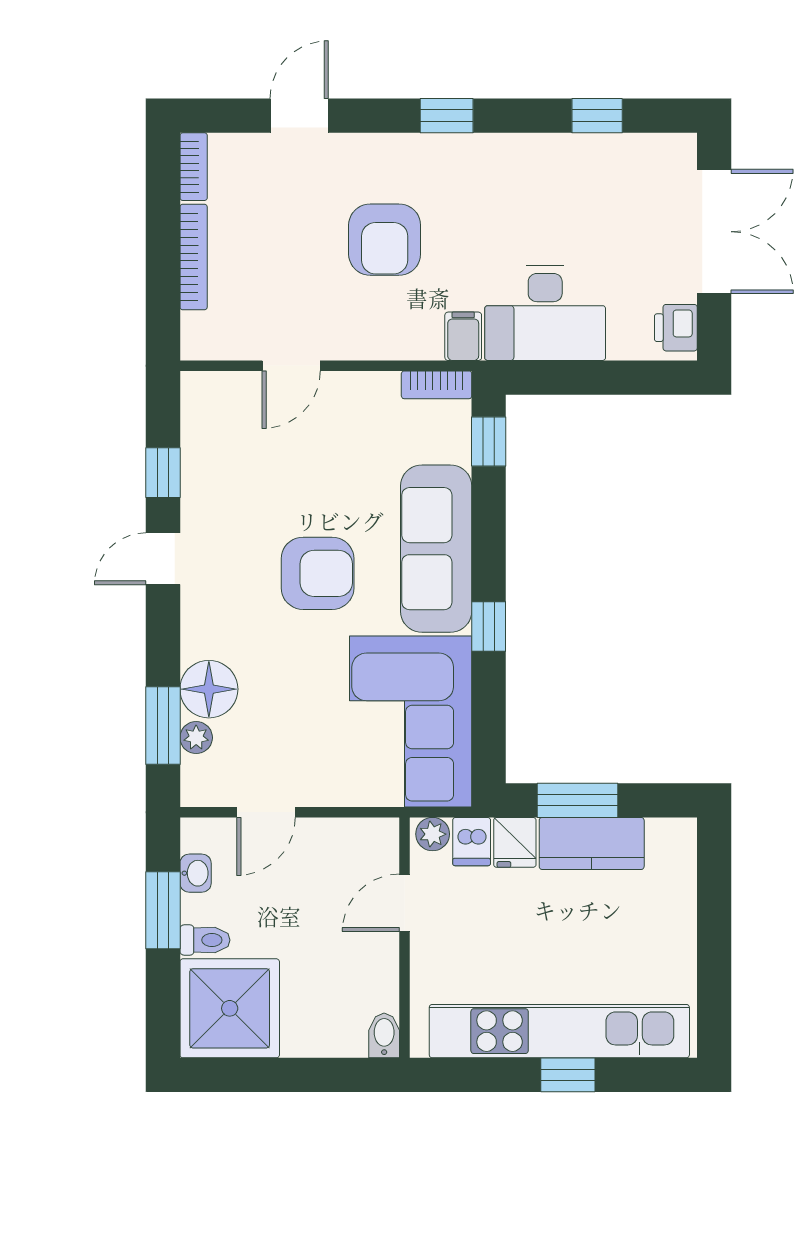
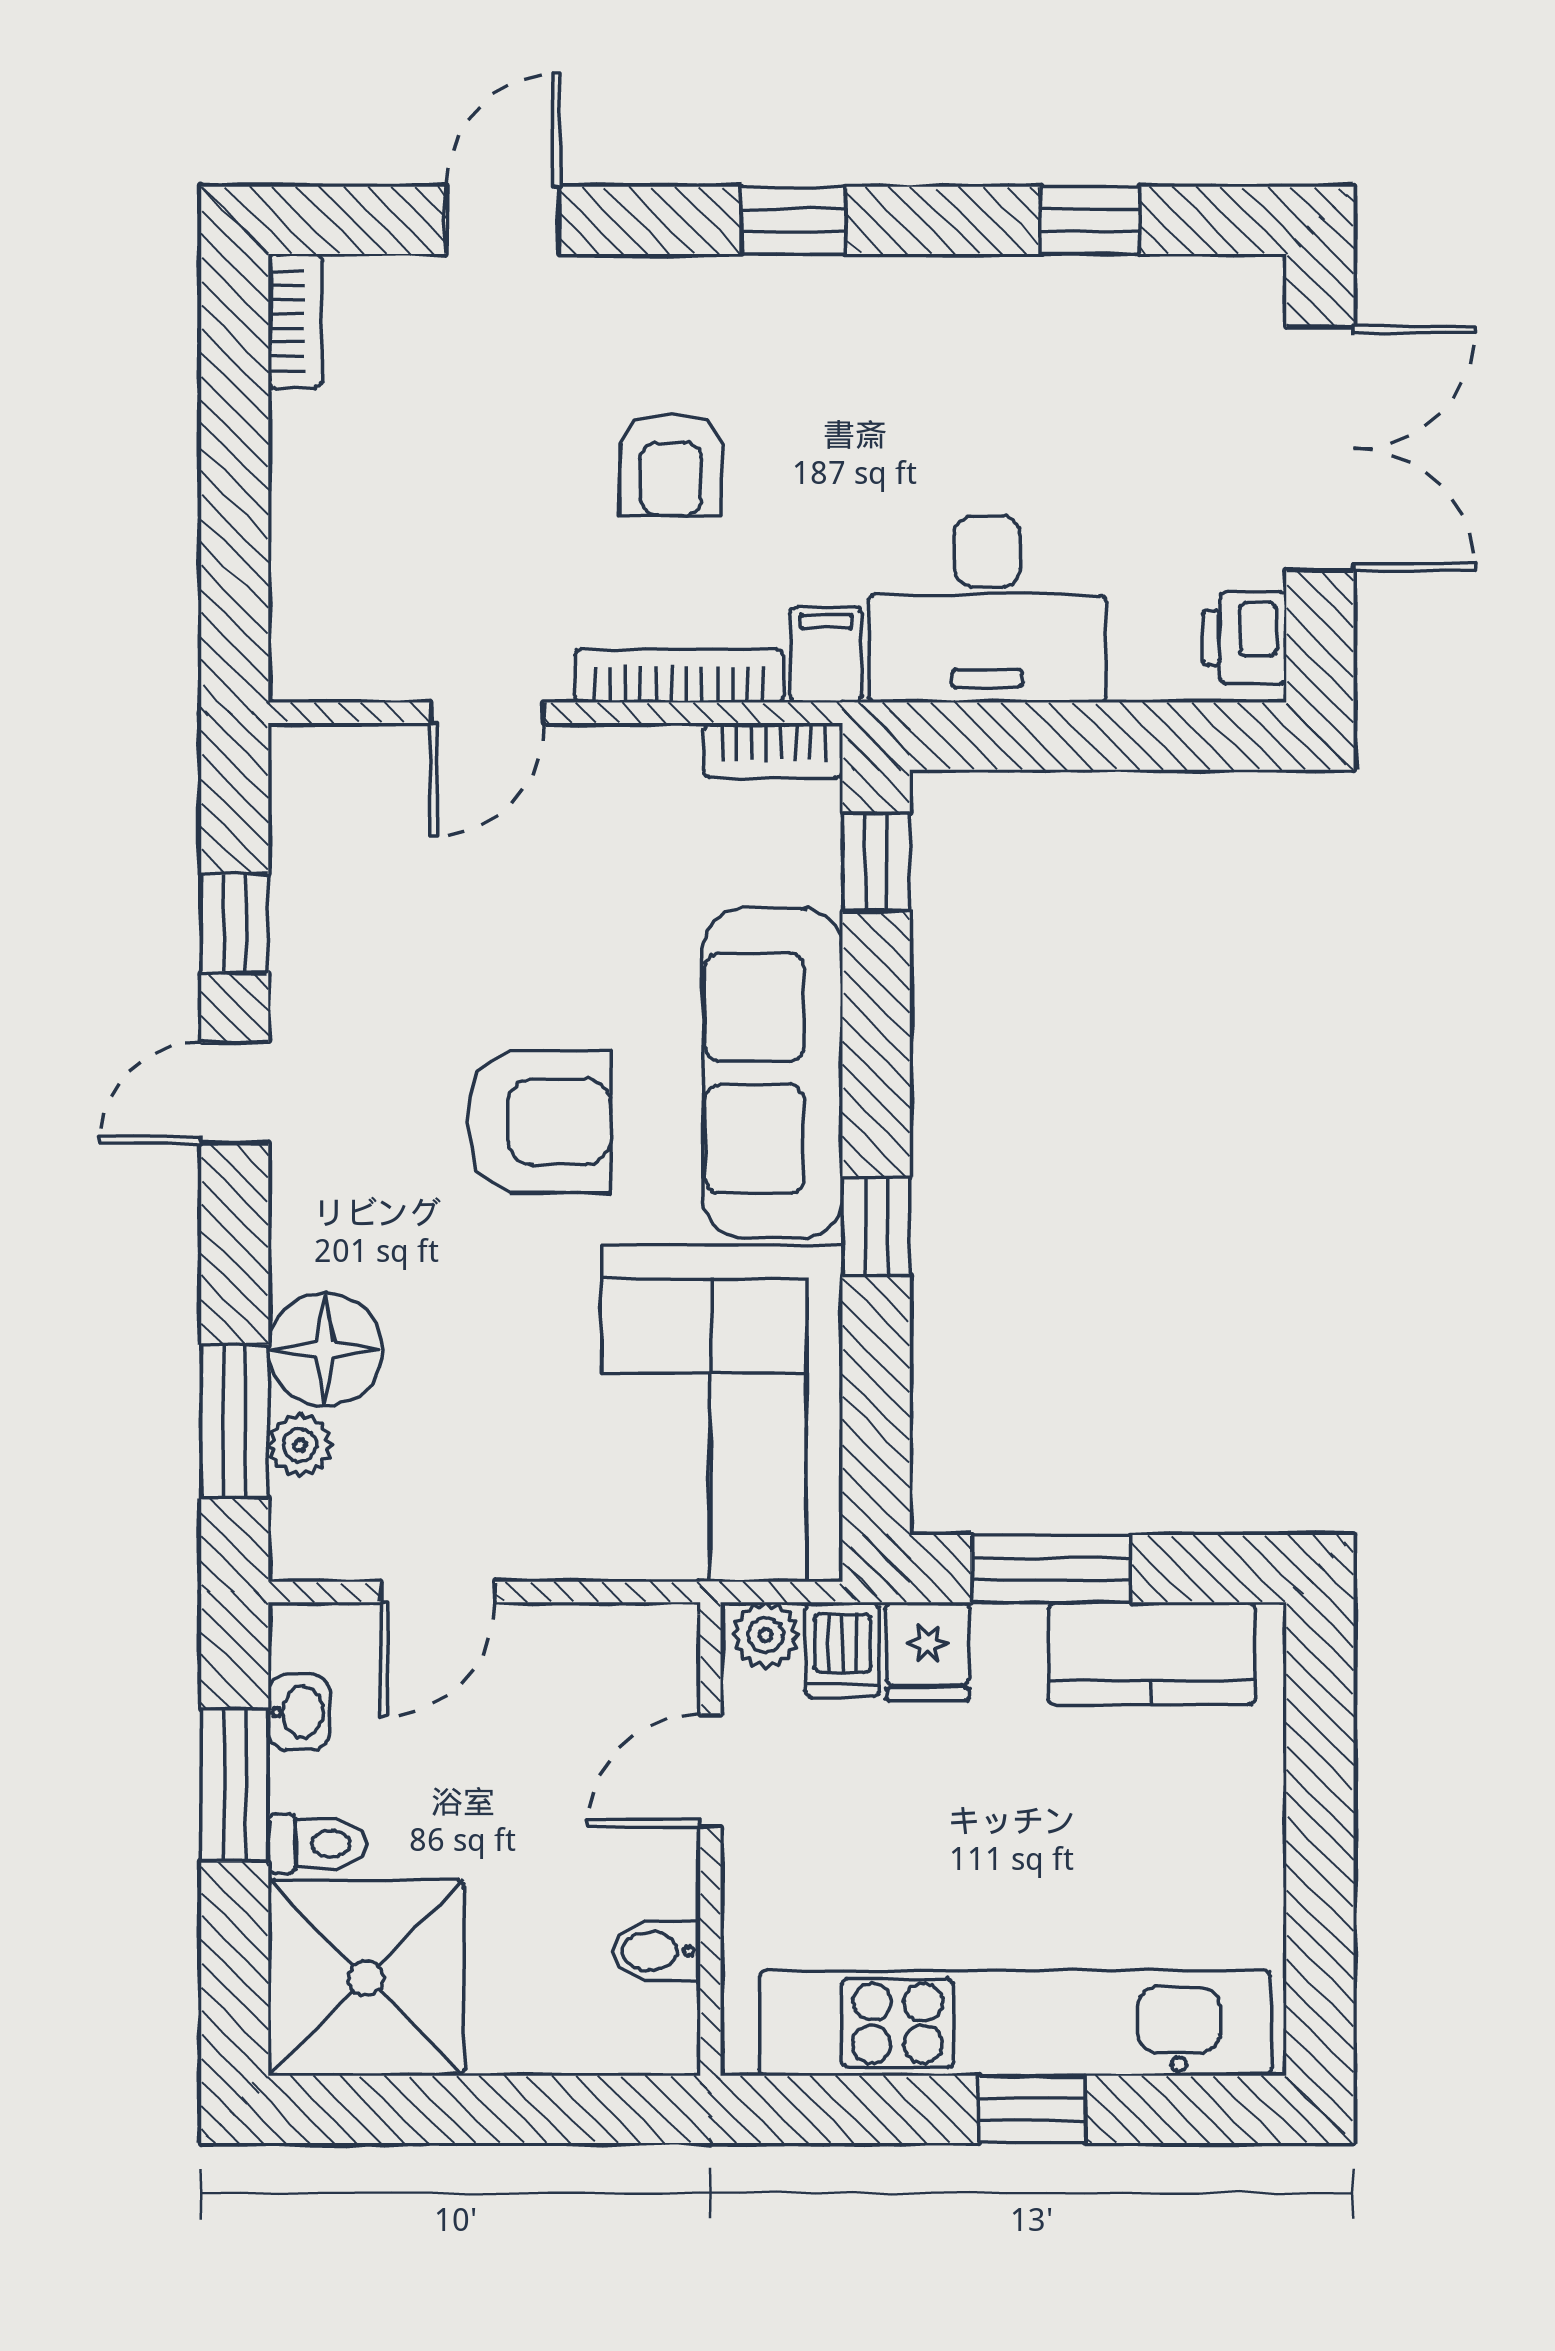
armchair: (385, 240) -> (671, 464), width x0.72, depth x0.72
bookcase: (194, 257) -> (679, 676), moved, turned -90
kitchen counter: (592, 843) -> (1152, 1654), moved
bidet: (384, 1035) -> (656, 1951), moved, turned -90

